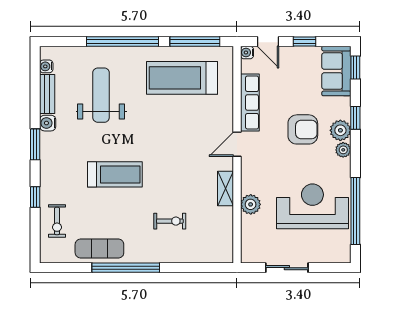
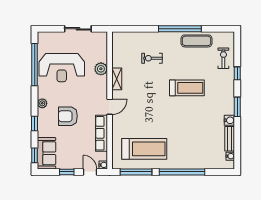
weight bench: (101, 95) -> (196, 138), removed
plant: (340, 130) -> (44, 116), removed
treadmill: (115, 174) -> (187, 88), turned 180

